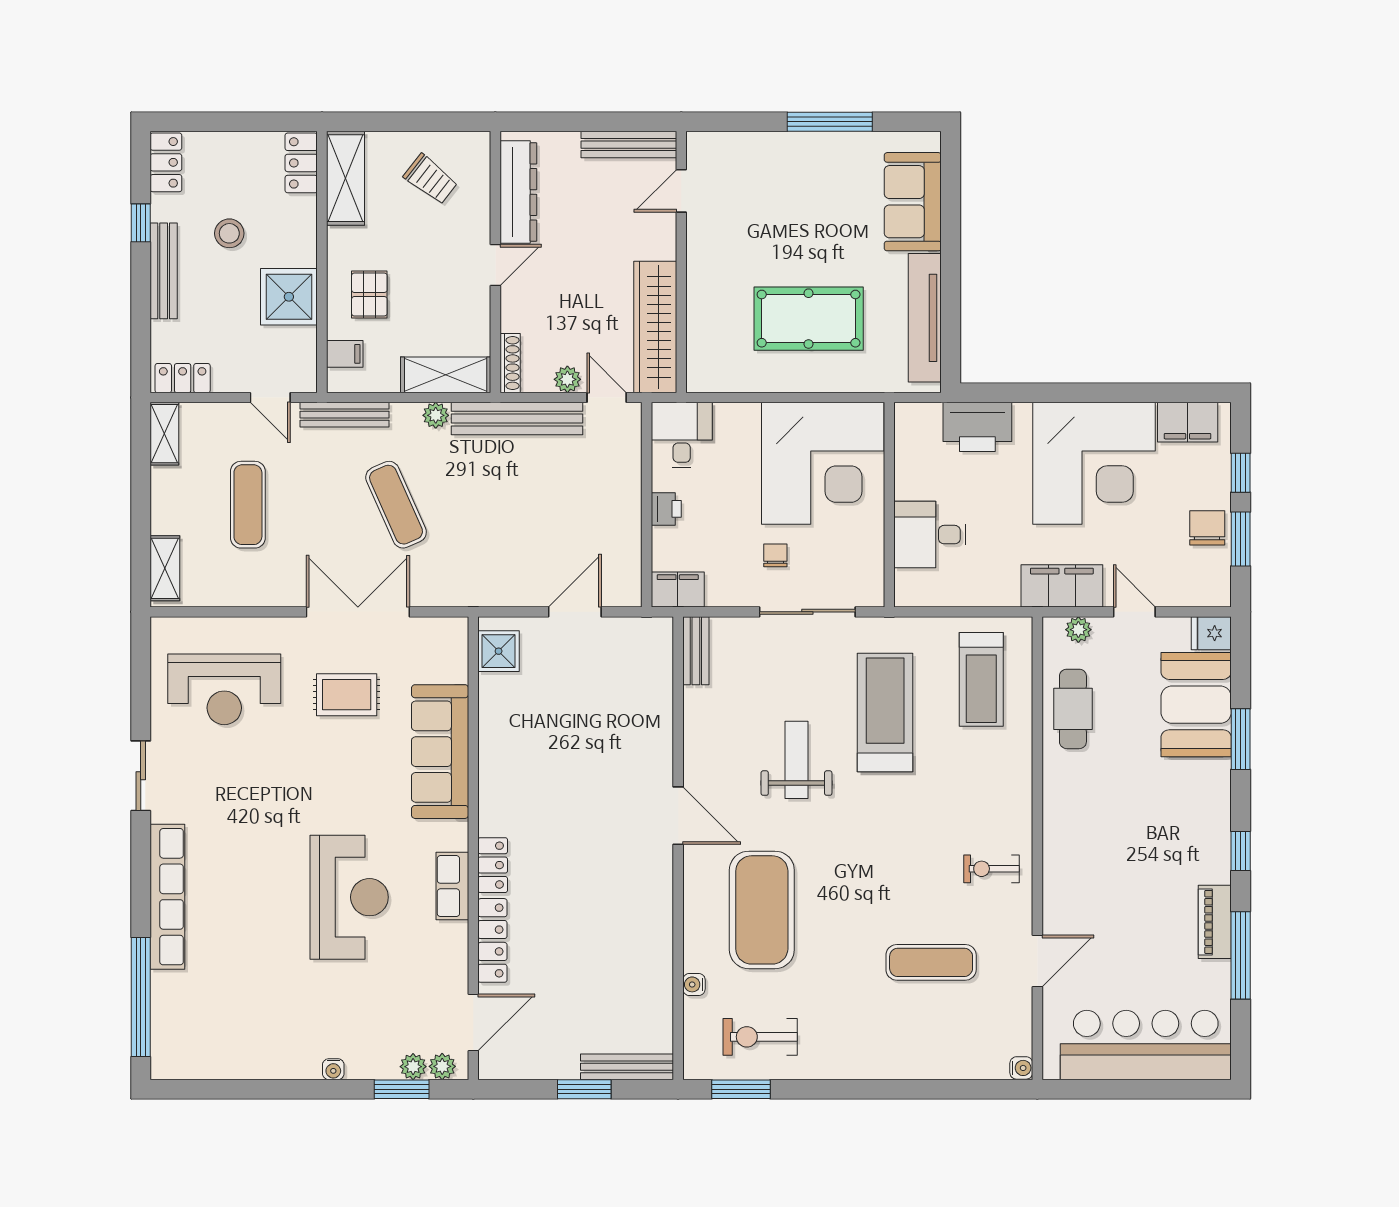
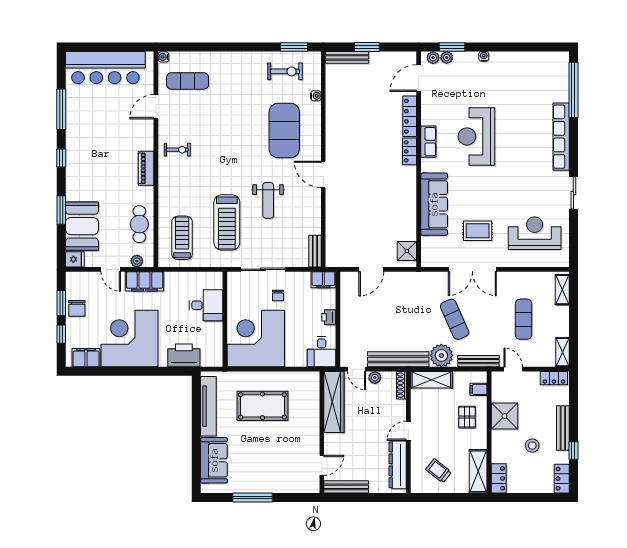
plant: (436, 415) -> (441, 355), width x1.87, depth x1.87
piano: (1215, 922) -> (146, 168), moved, turned 180
exercise mat: (931, 962) -> (188, 81), moved

